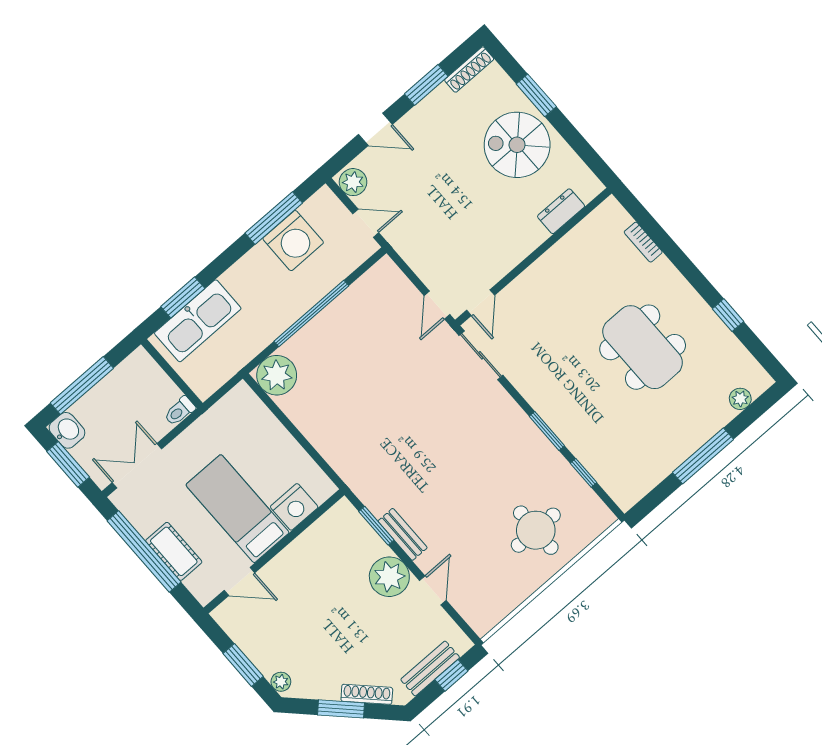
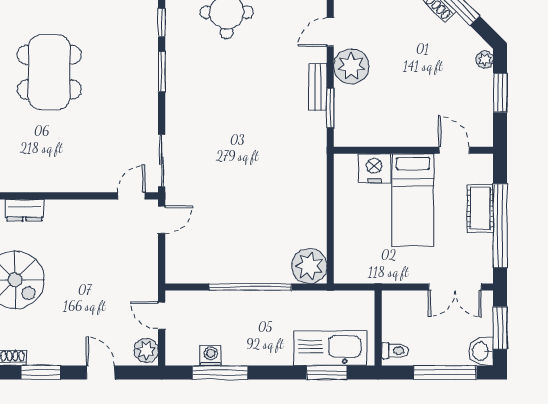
washing machine: (293, 241) -> (211, 355), width x0.53, depth x0.53
toilet: (180, 411) -> (395, 351), moved

